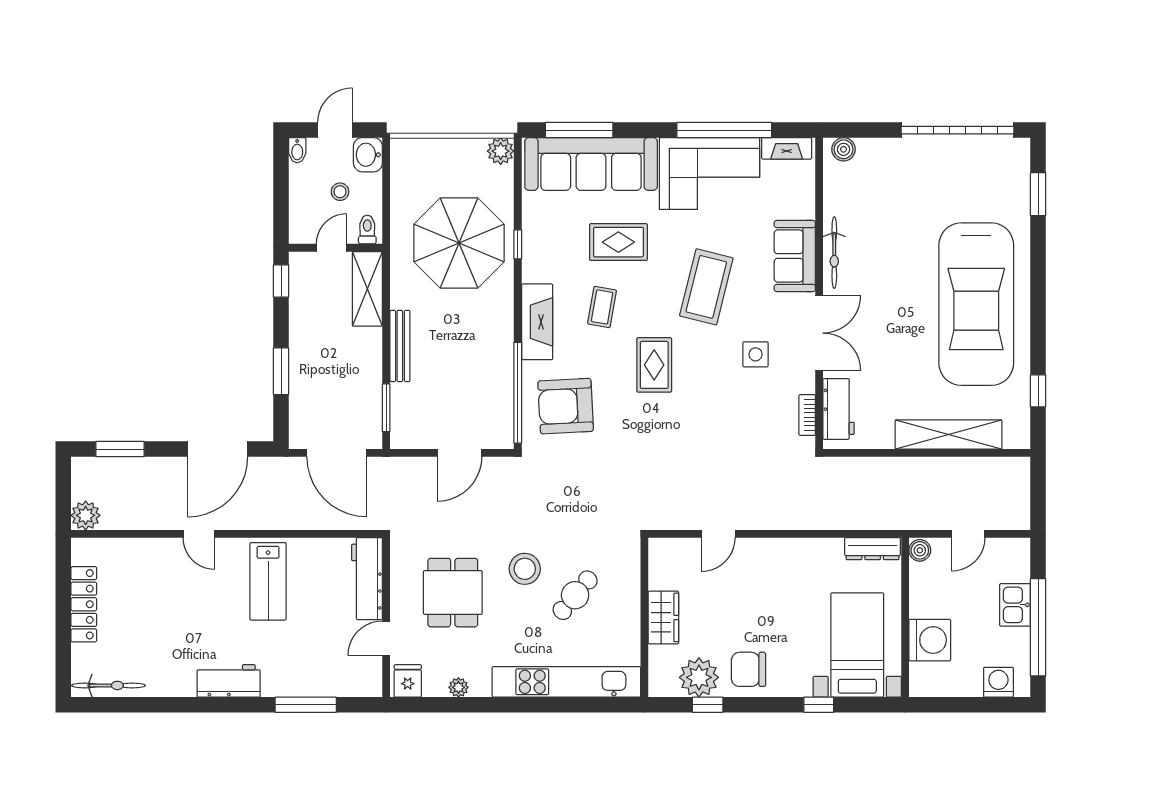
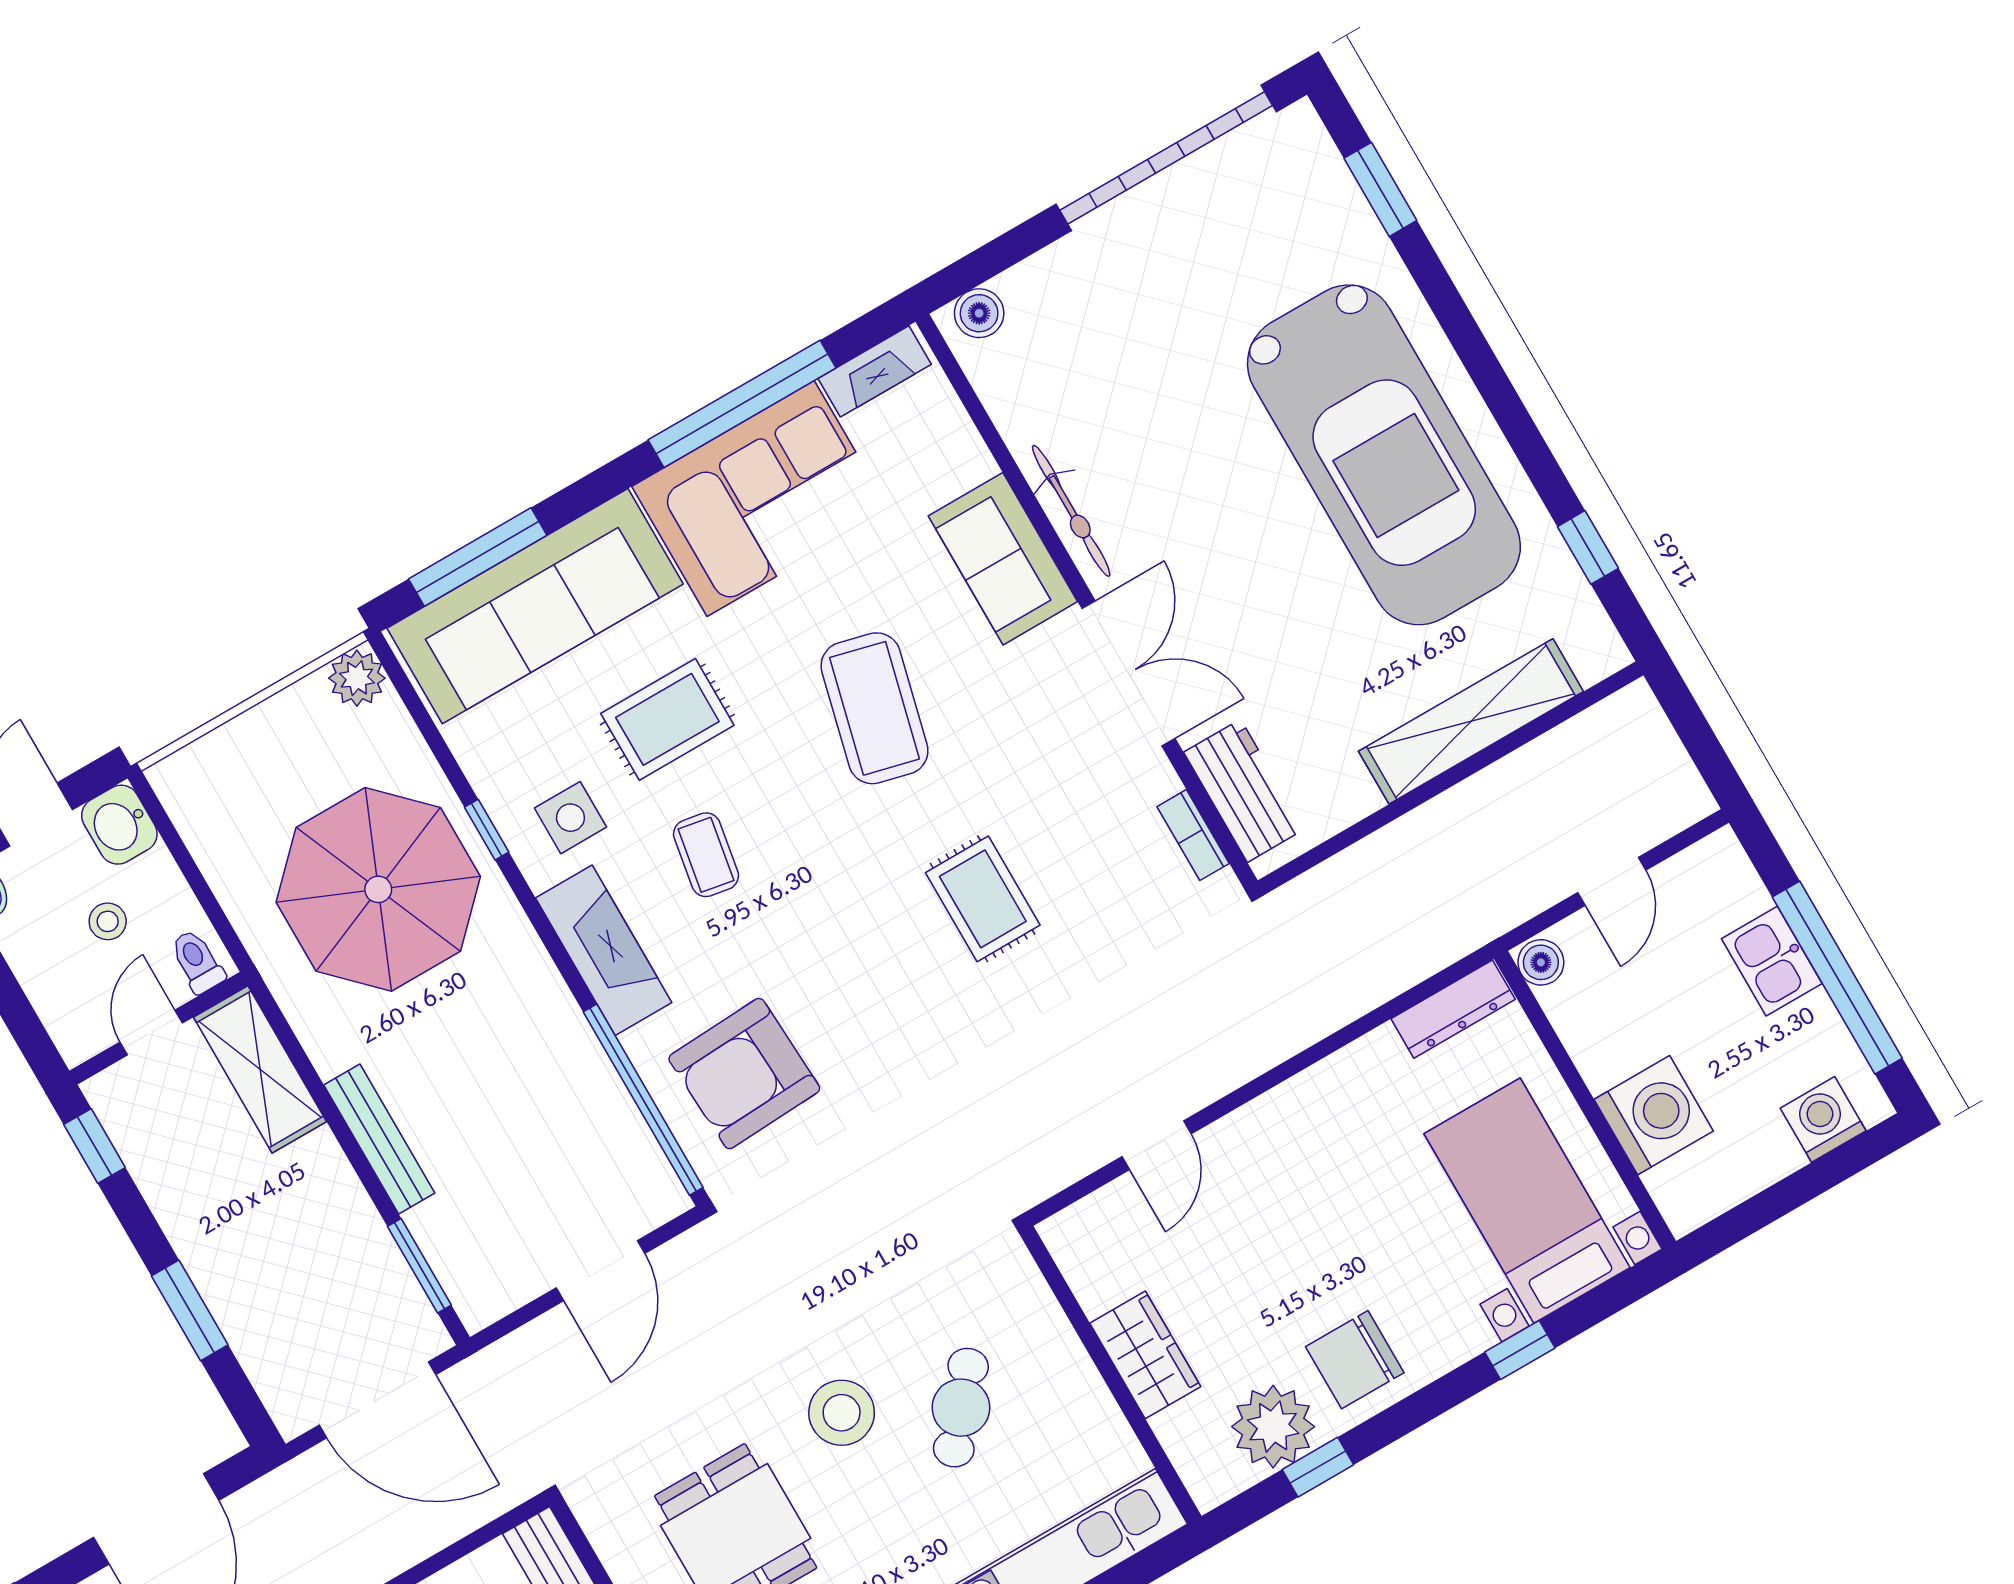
side table: (755, 354) -> (570, 818), moved
rug: (654, 365) -> (983, 899), moved

